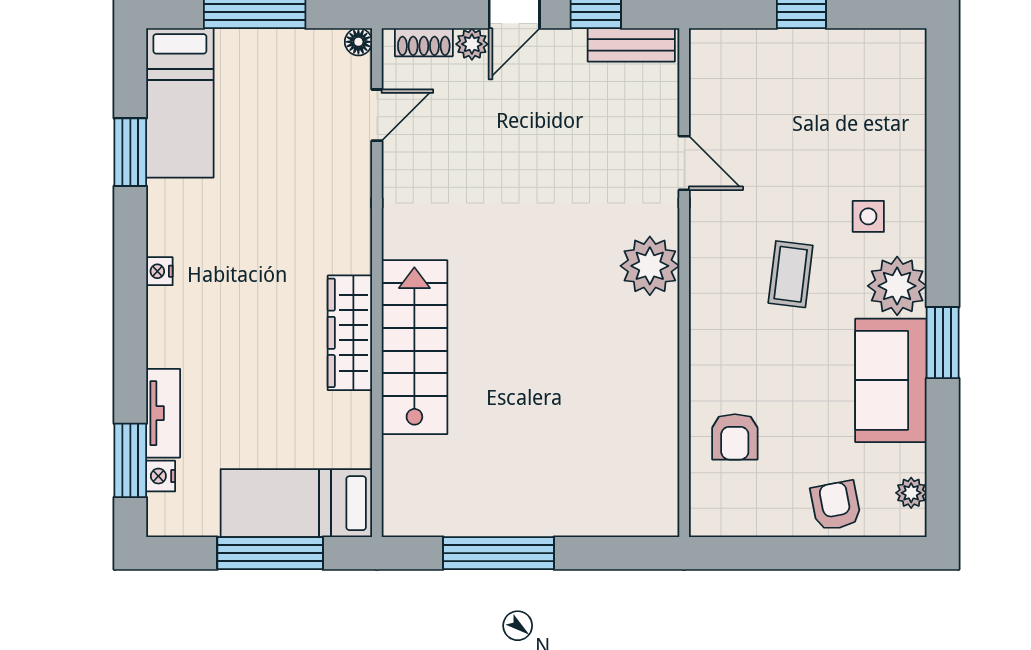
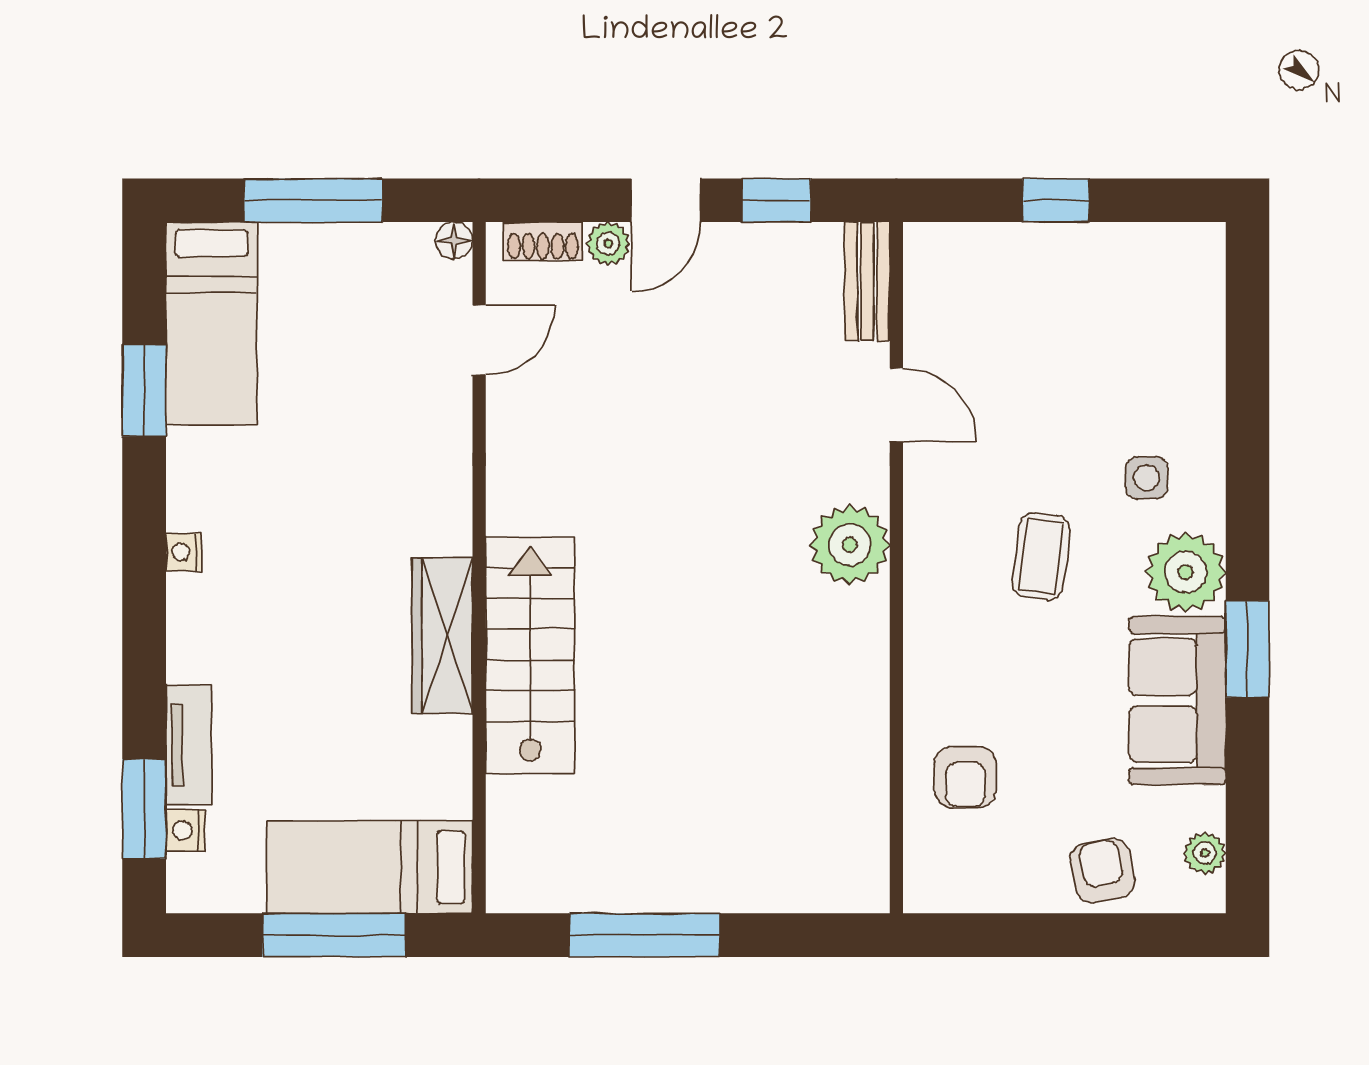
bench: (631, 45) -> (867, 281), moved, turned 90

